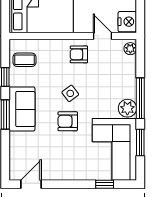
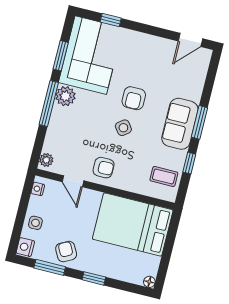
nightstand: (127, 22) -> (38, 189), width x0.53, depth x0.56
armchair: (68, 121) -> (134, 98), turned 90

